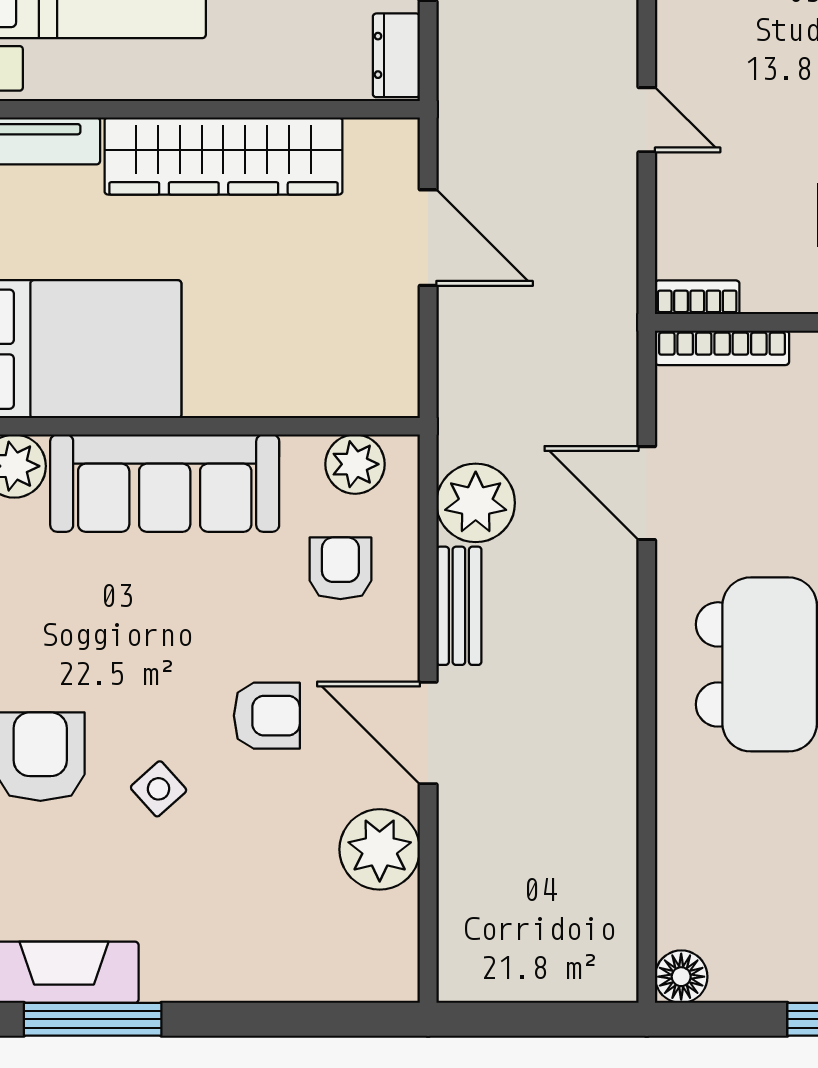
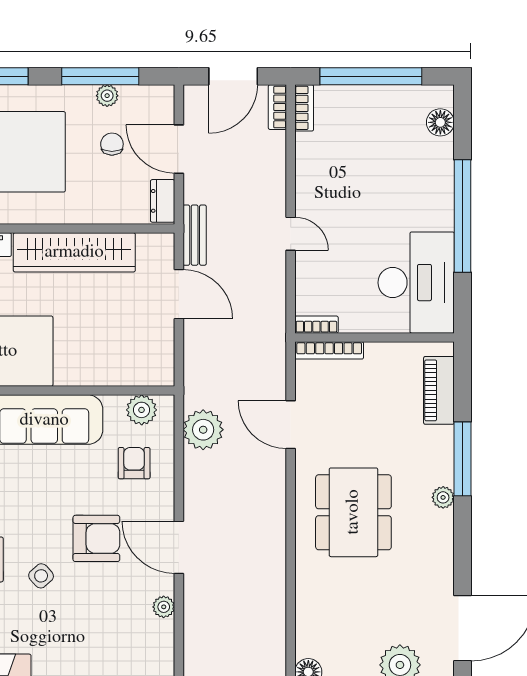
bench: (459, 606) -> (195, 235), moved
armchair: (267, 716) -> (96, 538), width x1.38, depth x1.38
plant: (380, 849) -> (164, 607), width x0.53, depth x0.53

